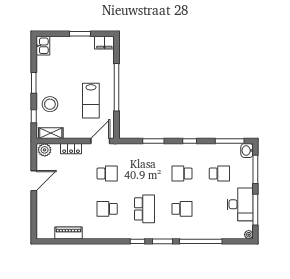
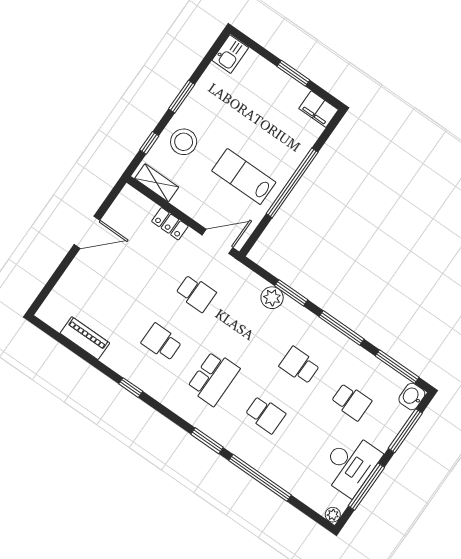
lab bench: (91, 101) -> (244, 177), turned 90
window: (190, 141) -> (342, 328), width x2.17
plant: (45, 150) -> (272, 298), moved
window: (138, 241) -> (131, 388), moved

